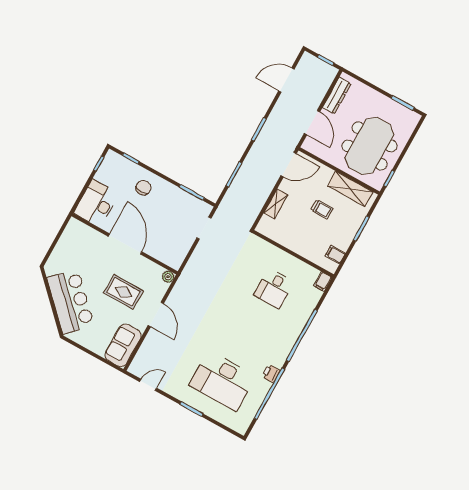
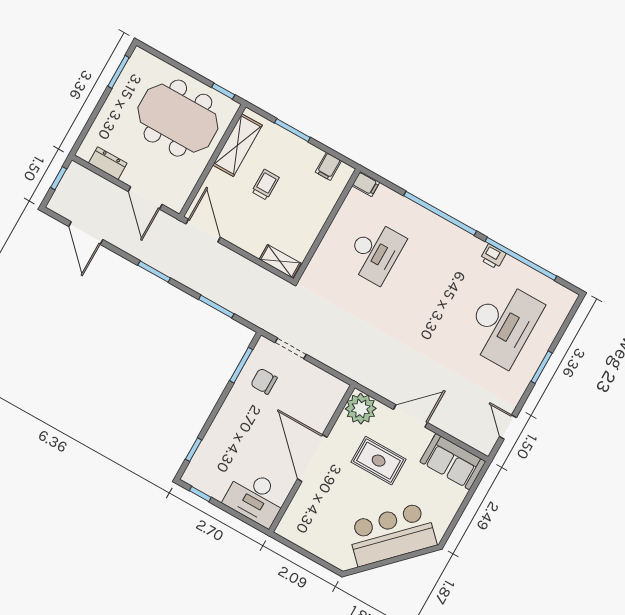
dresser: (337, 96) -> (108, 163), width x0.70
door: (312, 123) -> (145, 198), swing flipped
chair: (143, 188) -> (264, 381), moved
shelving: (276, 204) -> (280, 261), moved
door: (125, 244) -> (312, 458), hinge flipped
plant: (168, 277) -> (361, 409), width x1.87, depth x1.87
desk: (274, 288) -> (375, 252), width x1.37
rug: (124, 292) -> (379, 461), turned 90

